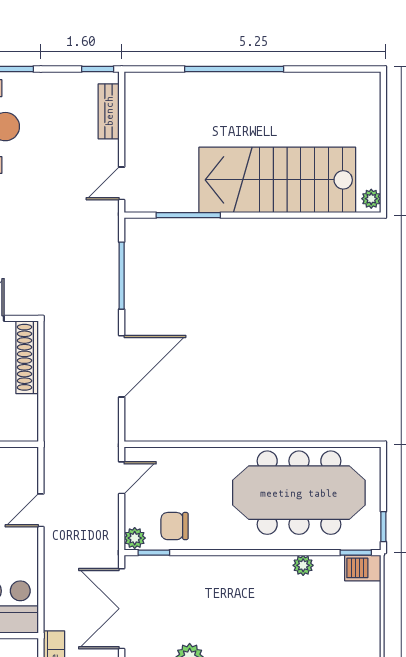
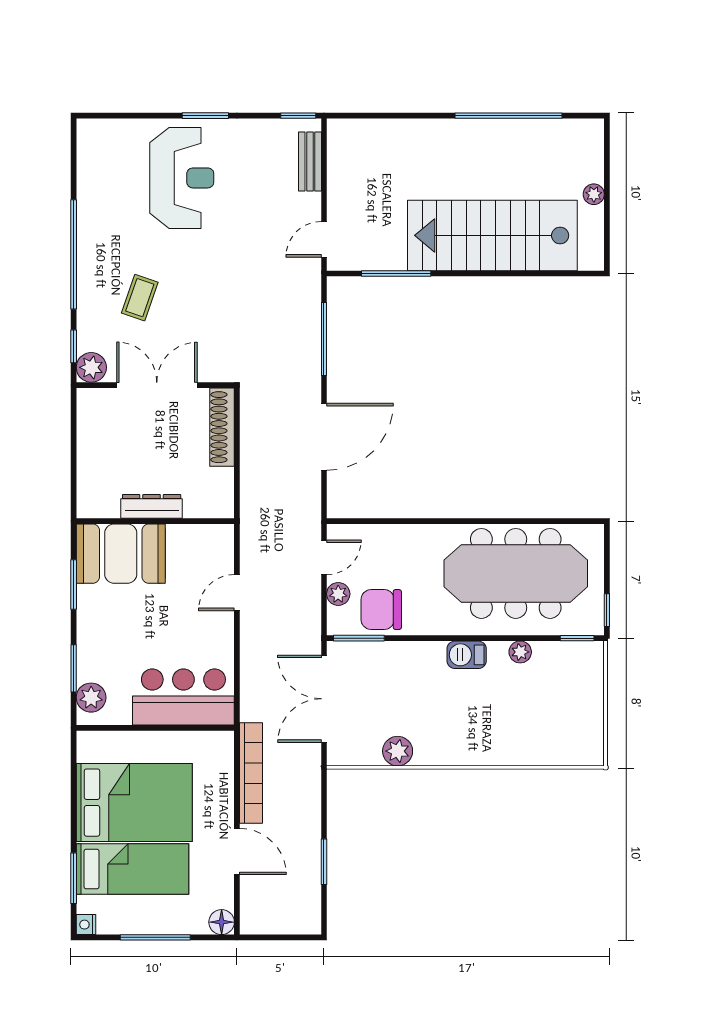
window: (234, 69) -> (509, 116), moved
plant: (371, 199) -> (594, 194), moved
chair: (175, 526) -> (381, 610), width x1.37, depth x1.37
plant: (135, 538) -> (338, 594), moved
window: (154, 553) -> (359, 638), width x1.50
barbecue: (363, 568) -> (467, 655), moved

